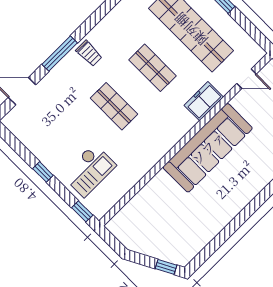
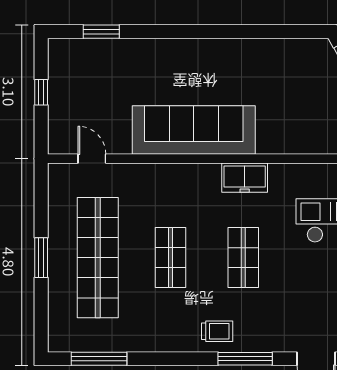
trolley: (89, 53) -> (217, 331), turned 90
freezer: (204, 101) -> (245, 178), moved

